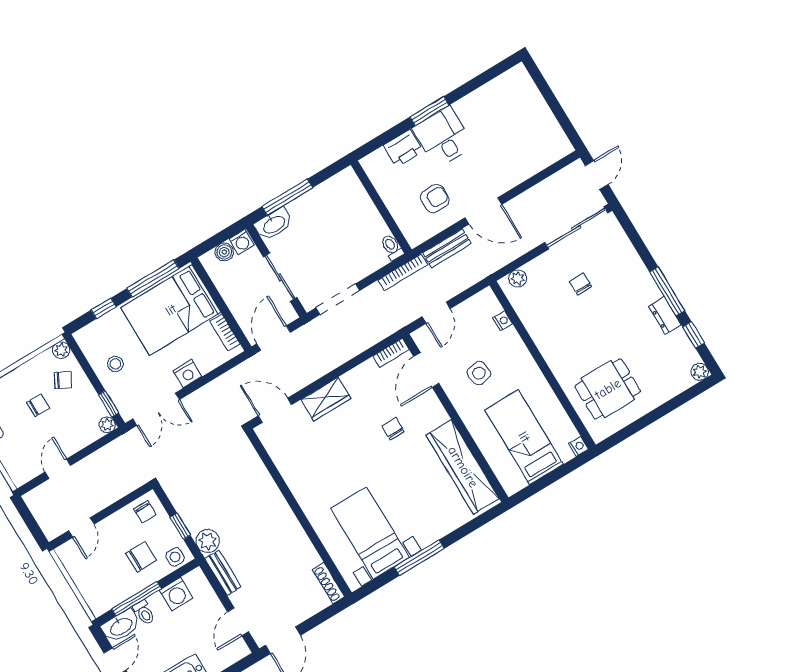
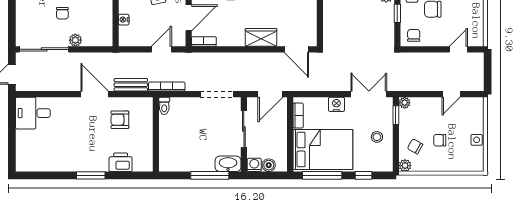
desk: (443, 137) -> (33, 113), moved, turned 90
plant: (518, 278) -> (75, 40), moved

